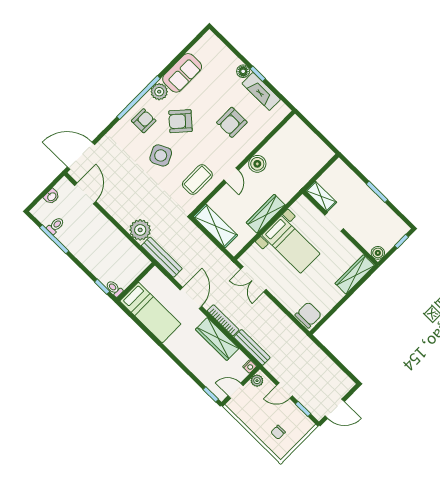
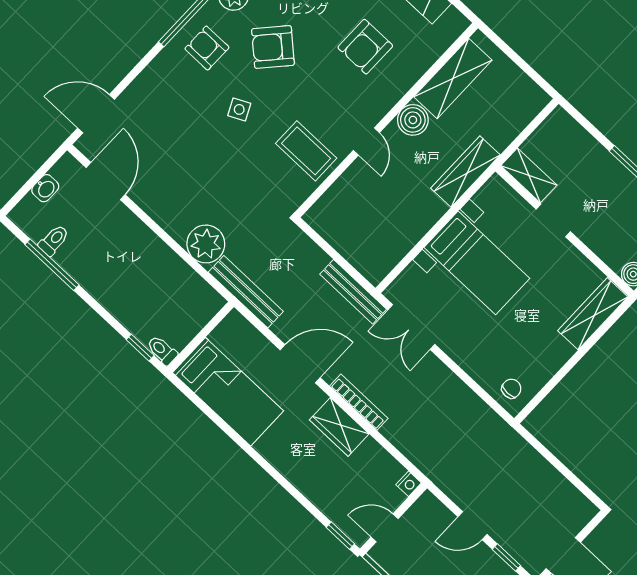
armchair: (144, 121) -> (207, 48), turned -90
side table: (161, 155) -> (239, 109), width x0.54, depth x0.54
door: (81, 156) -> (96, 114), width x0.73
coffee table: (197, 180) -> (306, 151), turned 90
wardrobe: (266, 214) -> (465, 172), moved
shelving: (215, 226) -> (453, 78), moved, turned 90
door: (191, 298) -> (300, 364), hinge flipped
chair: (308, 315) -> (511, 389), width x0.54, depth x0.54
wardrobe: (217, 339) -> (339, 427), width x0.67
bench: (252, 347) -> (353, 292), moved
plant: (257, 381) -> (422, 509), removed

